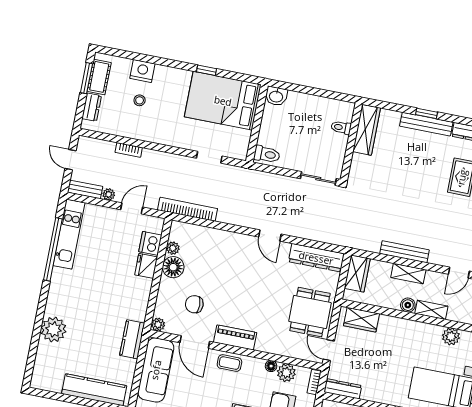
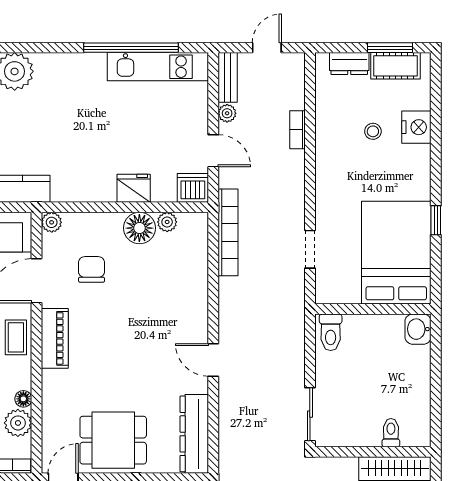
door: (270, 236) -> (213, 360), hinge flipped
dishwasher: (150, 243) -> (193, 188), moved

